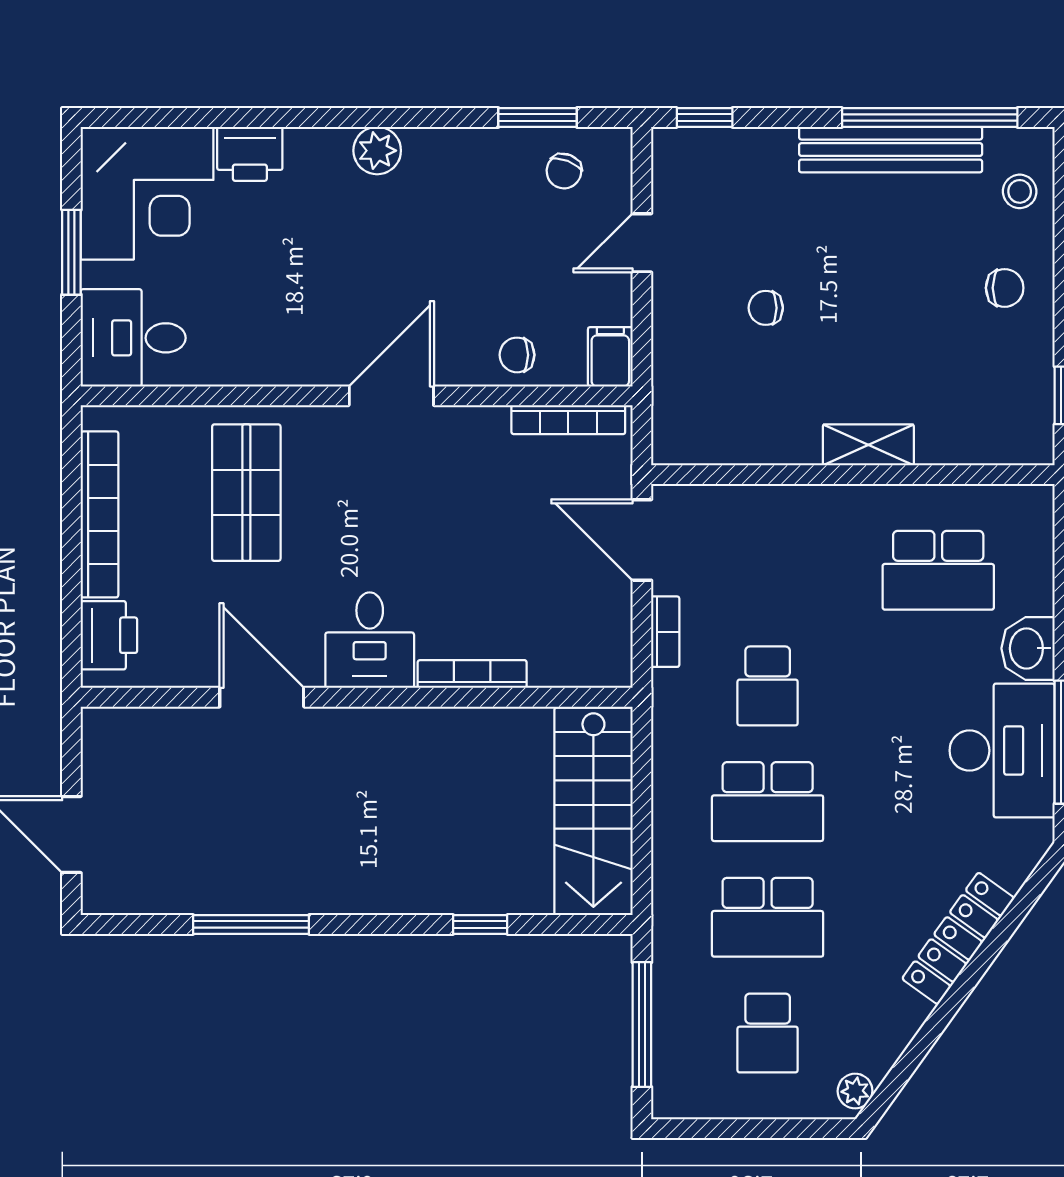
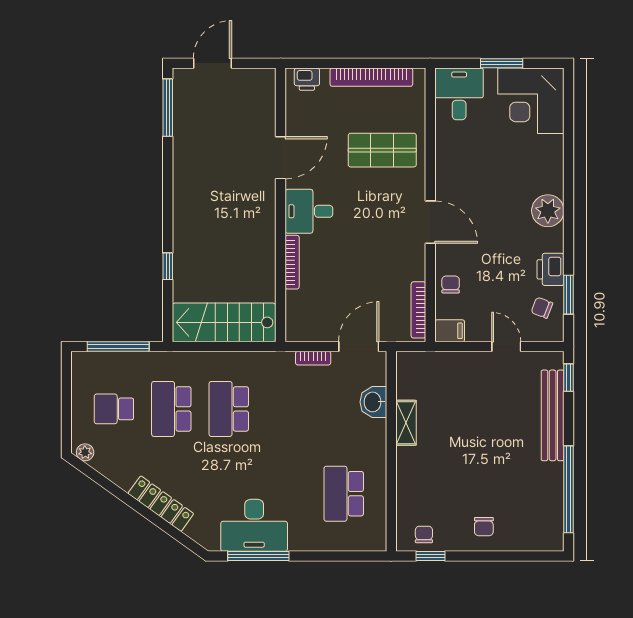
bench: (891, 150) -> (553, 415), moved
plant: (377, 151) -> (548, 211), width x1.36, depth x1.36
printer: (250, 154) -> (550, 269), moved
stool: (1020, 191) -> (532, 534), removed
chair: (766, 308) -> (424, 534), moved
shelving: (868, 445) -> (406, 423), moved
printer: (109, 635) -> (307, 79), width x0.73, depth x0.81
washbasin: (1028, 648) -> (373, 402), moved, turned -90
school desk: (768, 686) -> (286, 409), removed
window: (251, 925) -> (168, 108), moved

